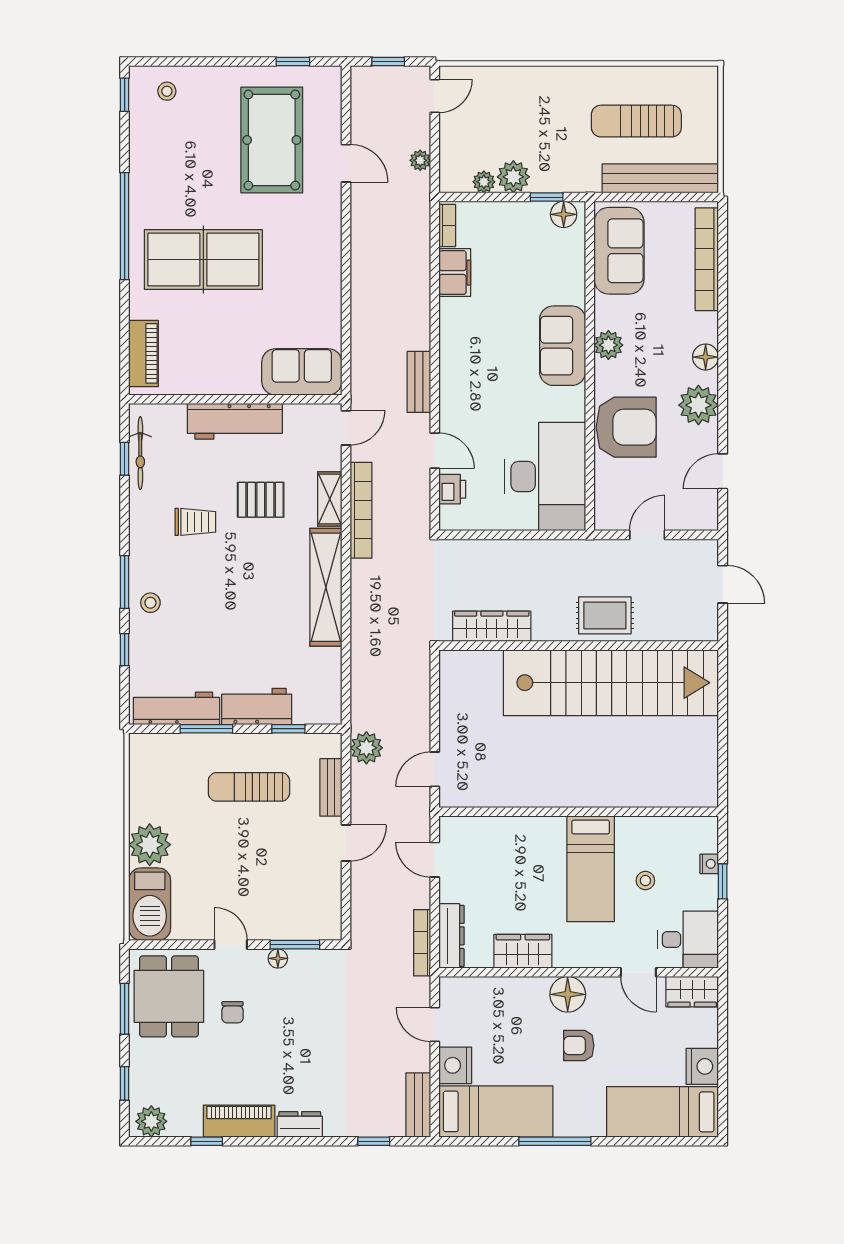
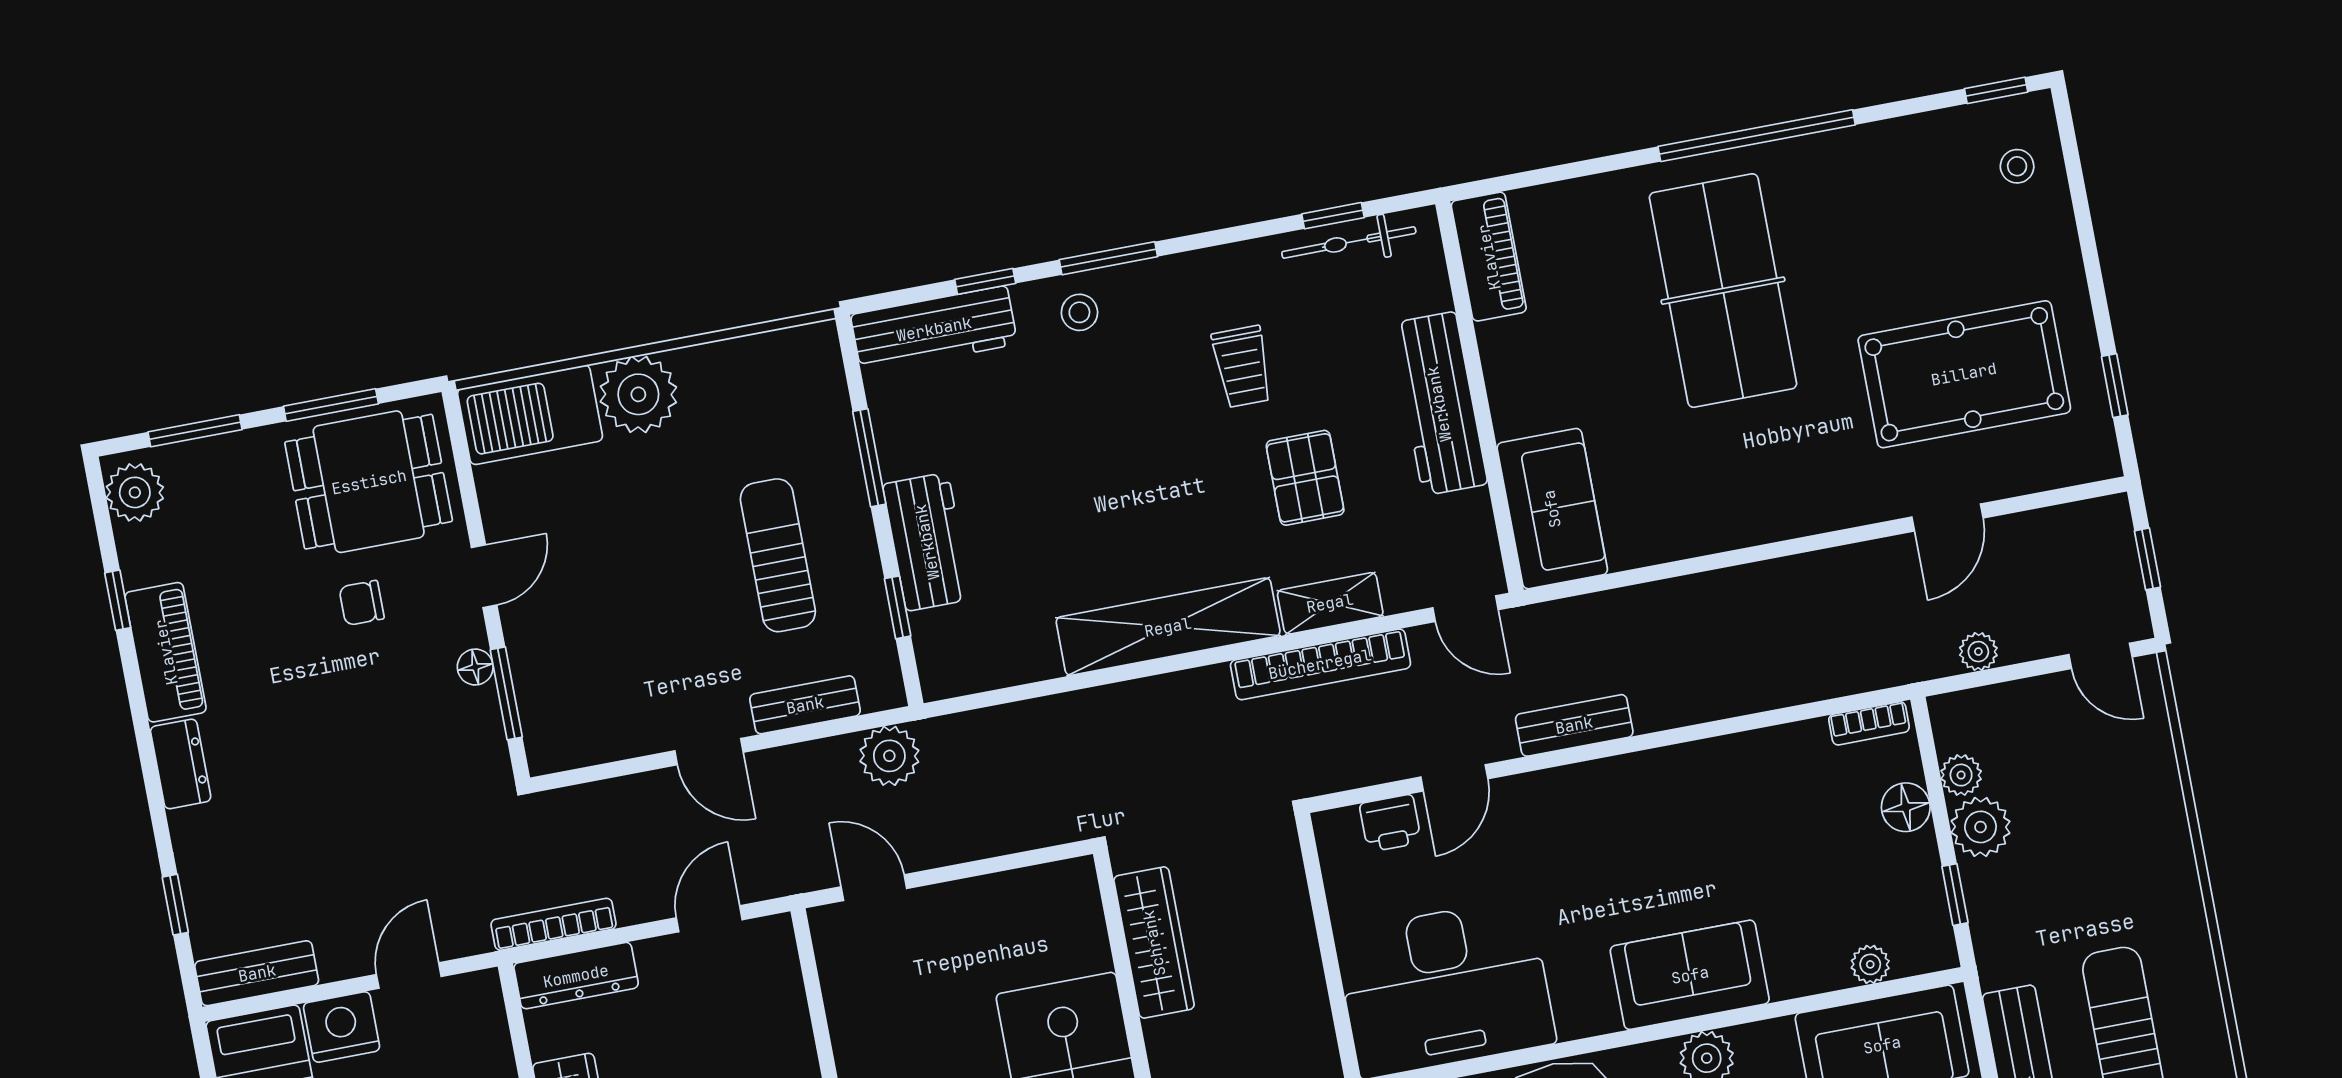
floor lamp: (564, 214) -> (1906, 807), moved
plant: (575, 249) -> (1870, 964), added
filing cabinet: (455, 273) -> (1786, 753), removed
piano: (144, 353) -> (1489, 257), moved, turned -90
workbench: (176, 708) -> (934, 329), moved, turned 90
window: (125, 1083) -> (195, 431), width x1.50

